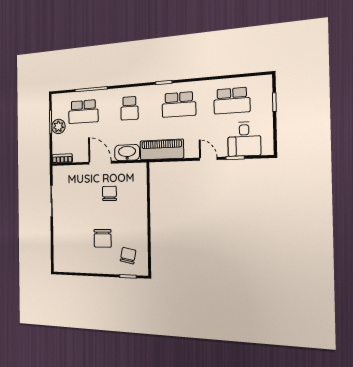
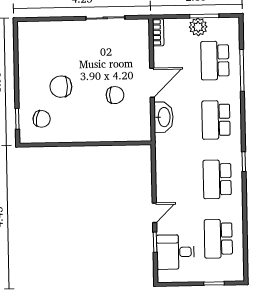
school desk: (129, 108) -> (216, 120), width x1.85
piano: (162, 149) -> (166, 159), removed

